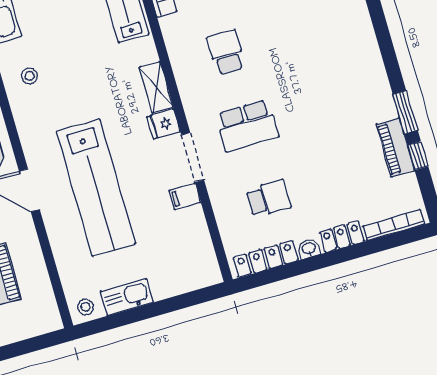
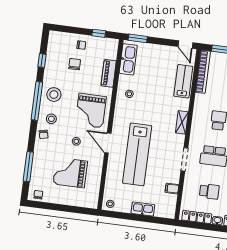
fridge: (164, 124) -> (178, 140), removed
filing cabinet: (185, 196) -> (172, 189), moved
kitchen sink: (127, 297) -> (143, 209), moved

